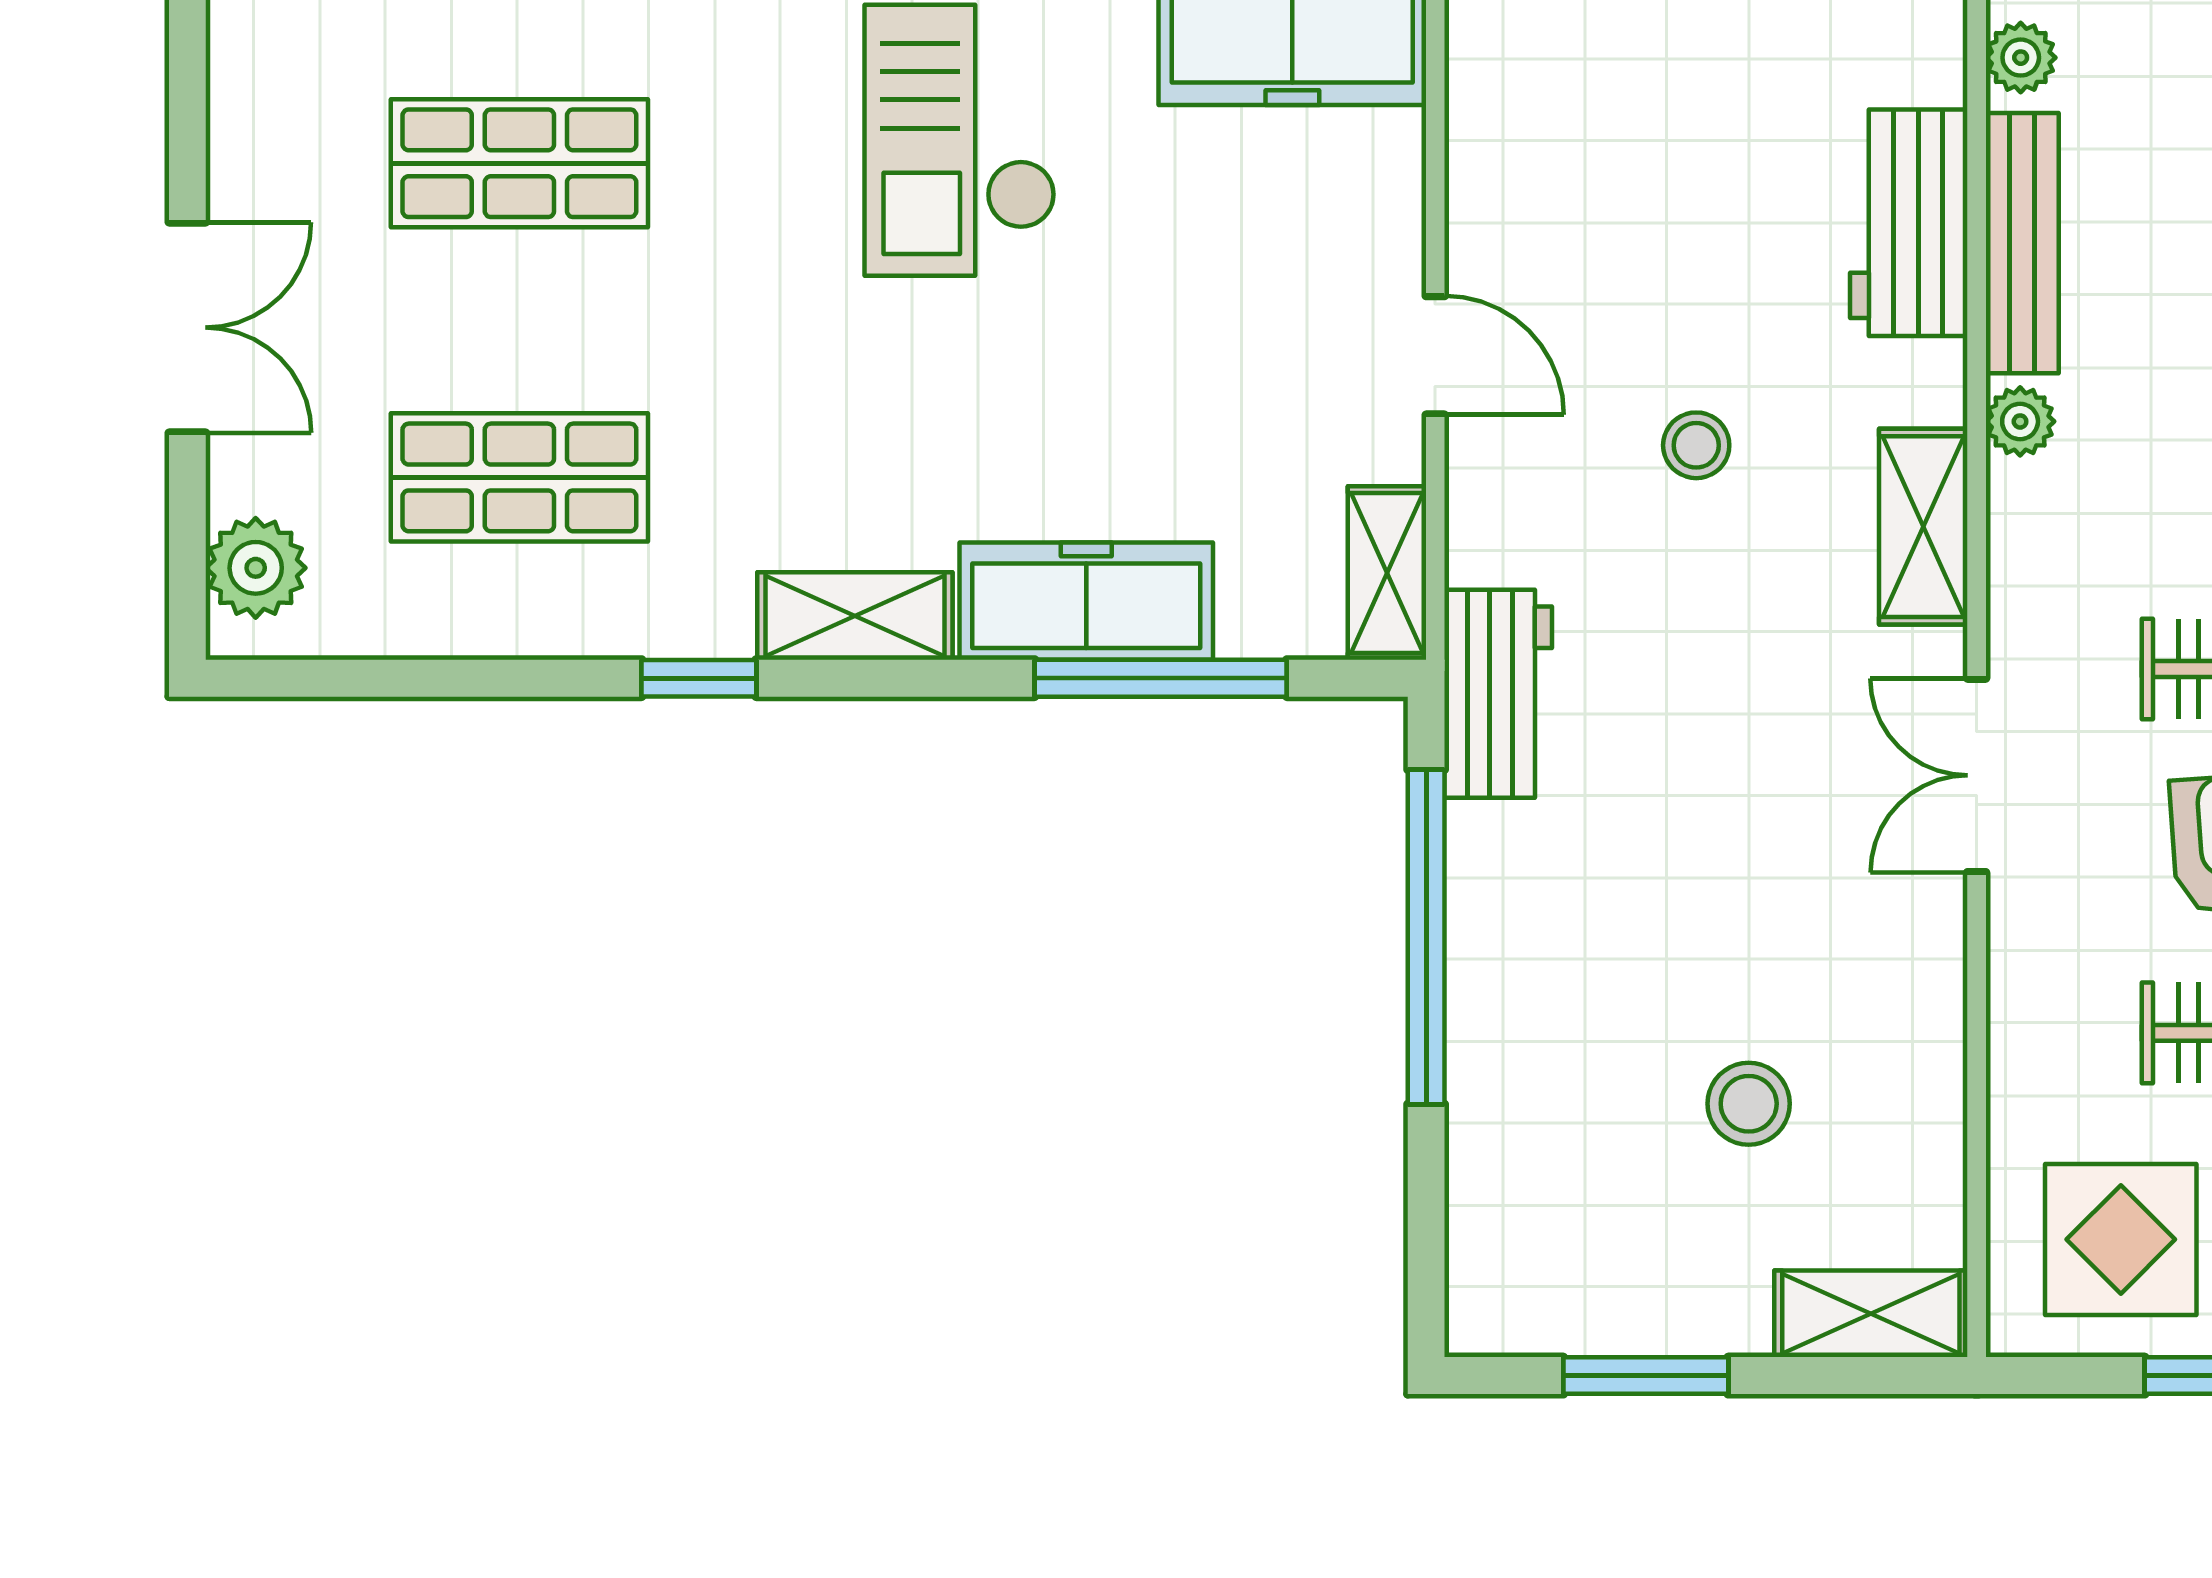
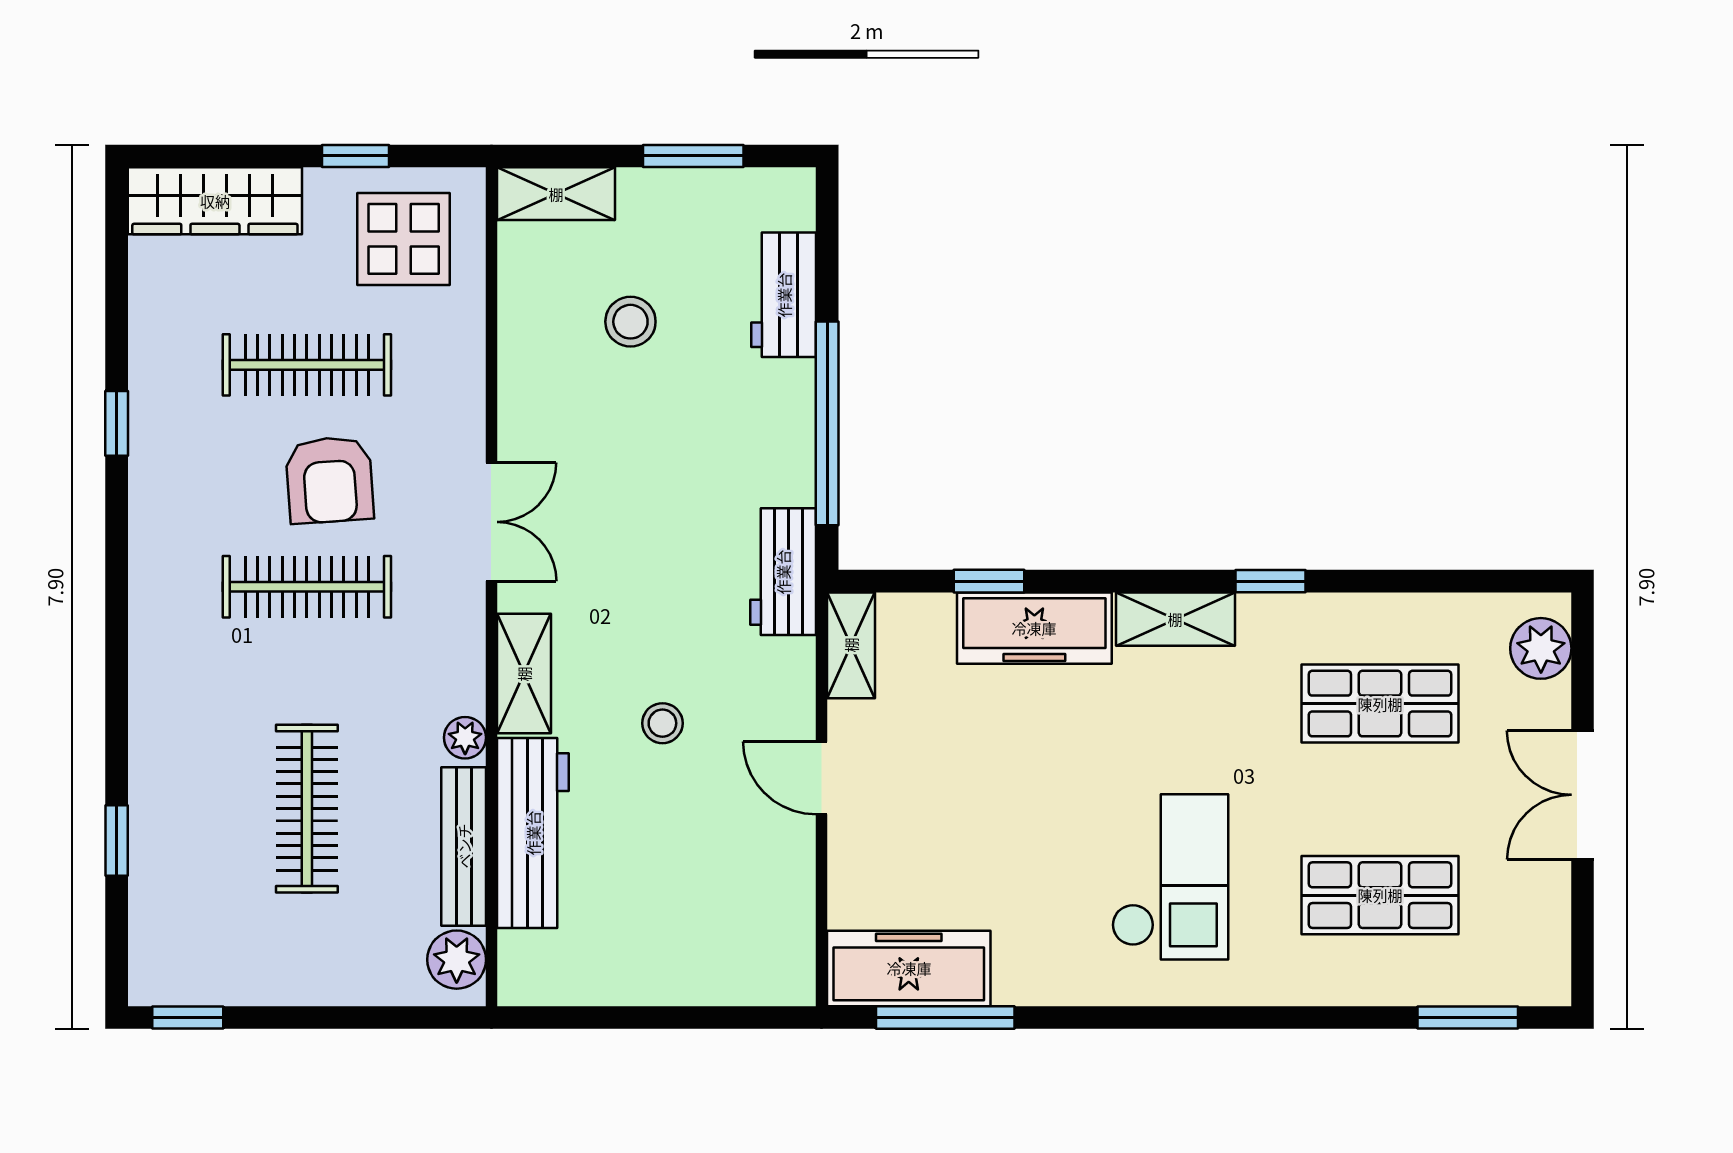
plant: (2021, 58) -> (457, 960), width x1.38, depth x1.38
checkout: (960, 140) -> (1170, 877), moved
workbench: (1909, 223) -> (533, 833), width x1.38
window: (1161, 678) -> (989, 581), width x0.46
workbench: (1497, 1148) -> (784, 295), added

